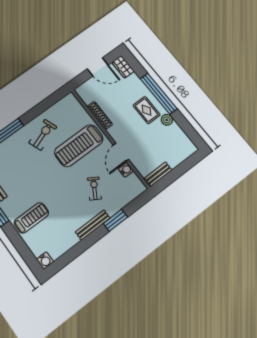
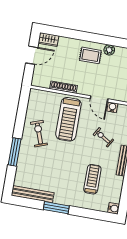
window: (159, 94) -> (88, 37), removed
treadmill: (31, 218) -> (92, 179), moved

